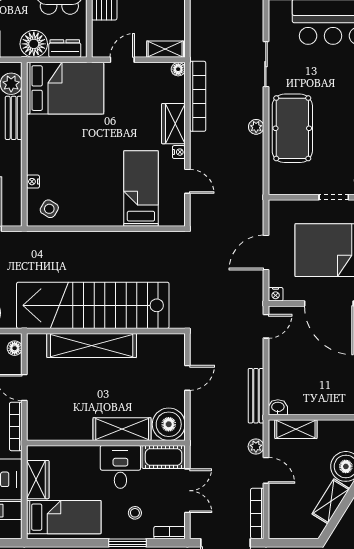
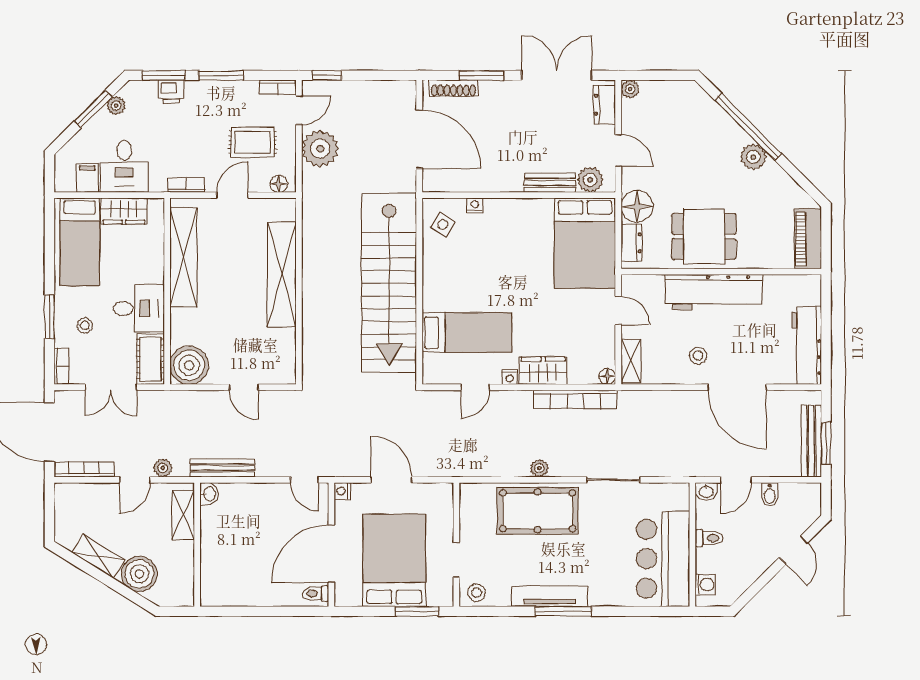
stairs: (93, 305) -> (389, 283), moved, turned 180
bookcase: (16, 426) -> (186, 185), width x0.64
shelving: (122, 429) -> (183, 257), moved, width x1.47

